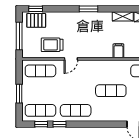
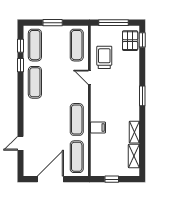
exercise mat: (111, 91) -> (77, 119), moved

